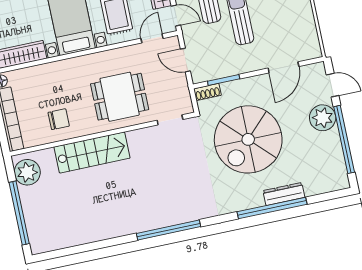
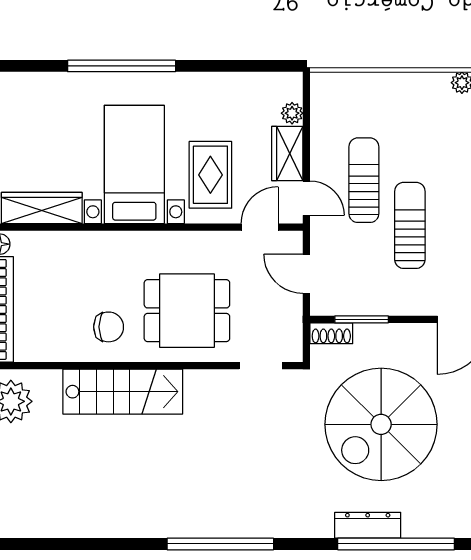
chair: (59, 119) -> (109, 327), moved
dresser: (284, 194) -> (368, 525), moved

